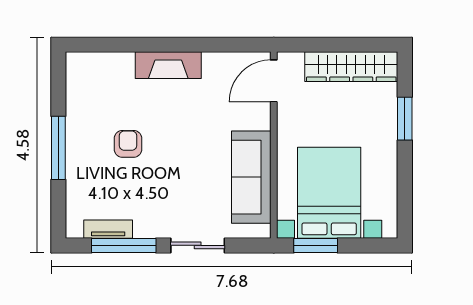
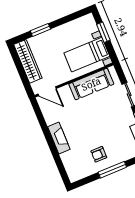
armchair: (128, 144) -> (99, 154), moved
bed with nightstands: (329, 193) -> (87, 55), width x0.73
window: (316, 245) -> (103, 32), moved

